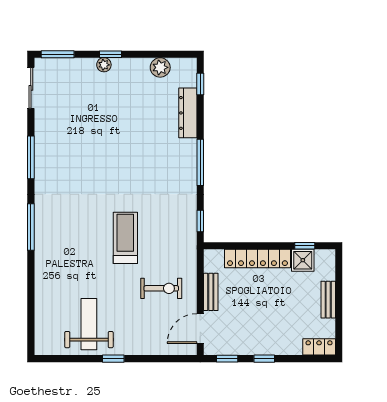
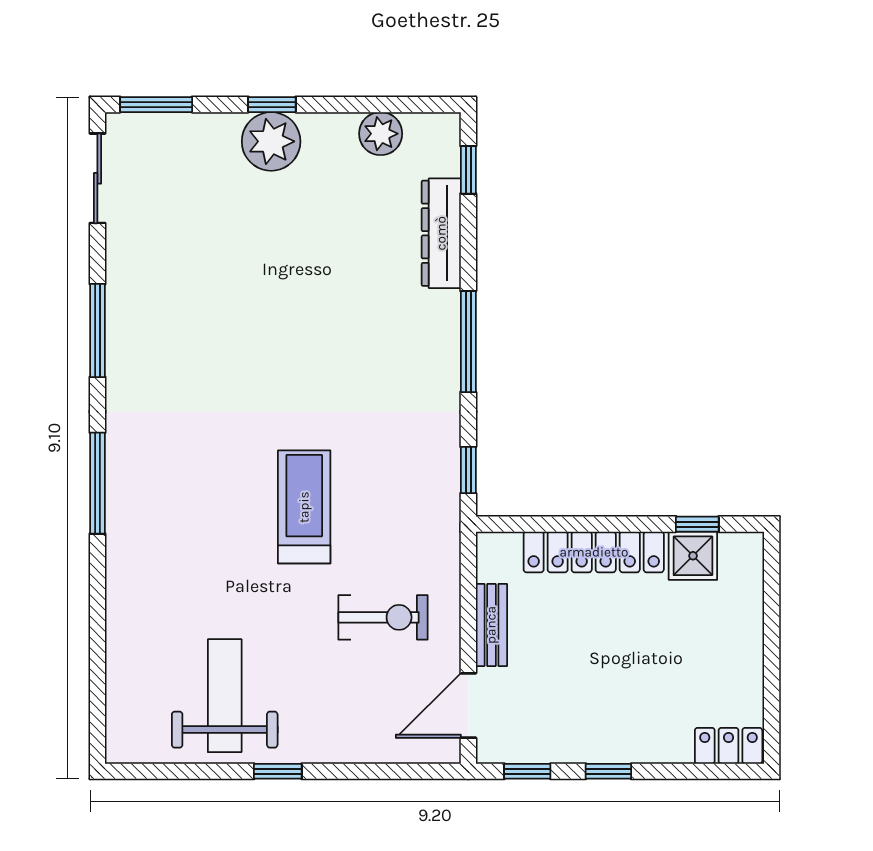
plant: (104, 65) -> (271, 141), width x1.88, depth x1.88
bench: (328, 300) -> (749, 642), removed

